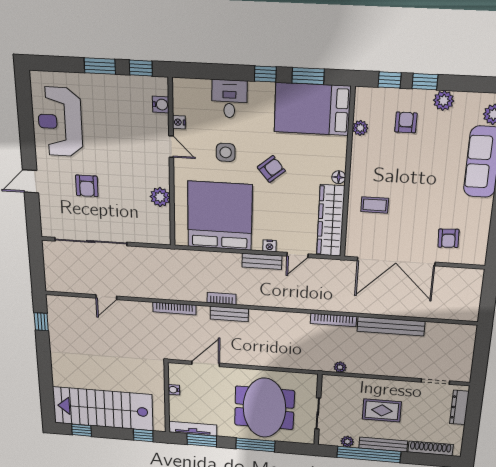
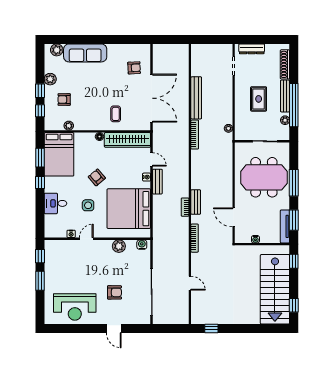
water cooler: (161, 105) -> (142, 245), moved

